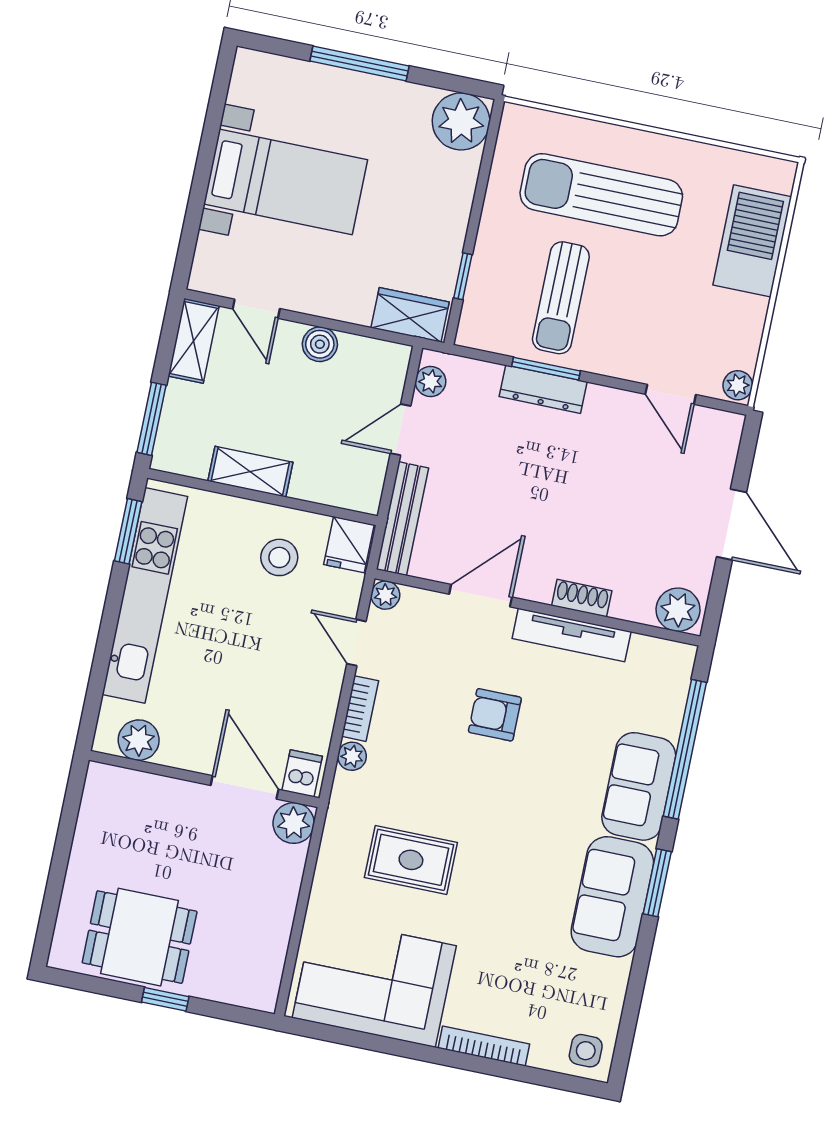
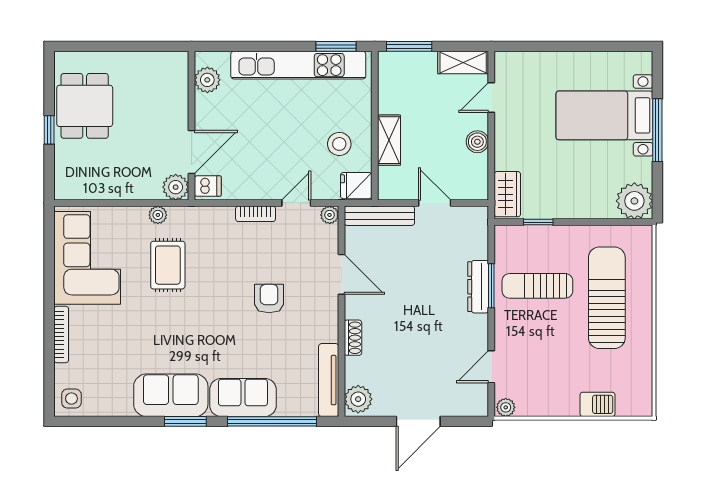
bed with nightstands: (286, 182) -> (604, 115), moved, turned 90
barbecue: (752, 241) -> (597, 404), width x0.53, depth x0.65
plant: (431, 381) -> (468, 215), removed
shelving: (250, 472) -> (389, 140), moved
tv unit: (572, 635) -> (329, 380), moved
plant: (352, 756) -> (158, 215), moved

